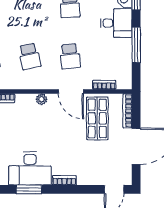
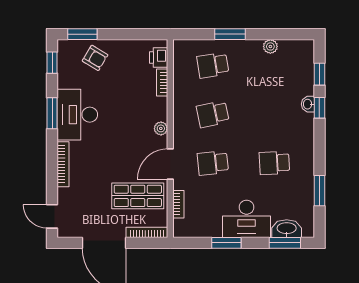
desk: (116, 23) -> (246, 219), width x1.37
window: (136, 45) -> (226, 243), width x0.69
bookcase: (64, 180) -> (63, 164), width x1.56

